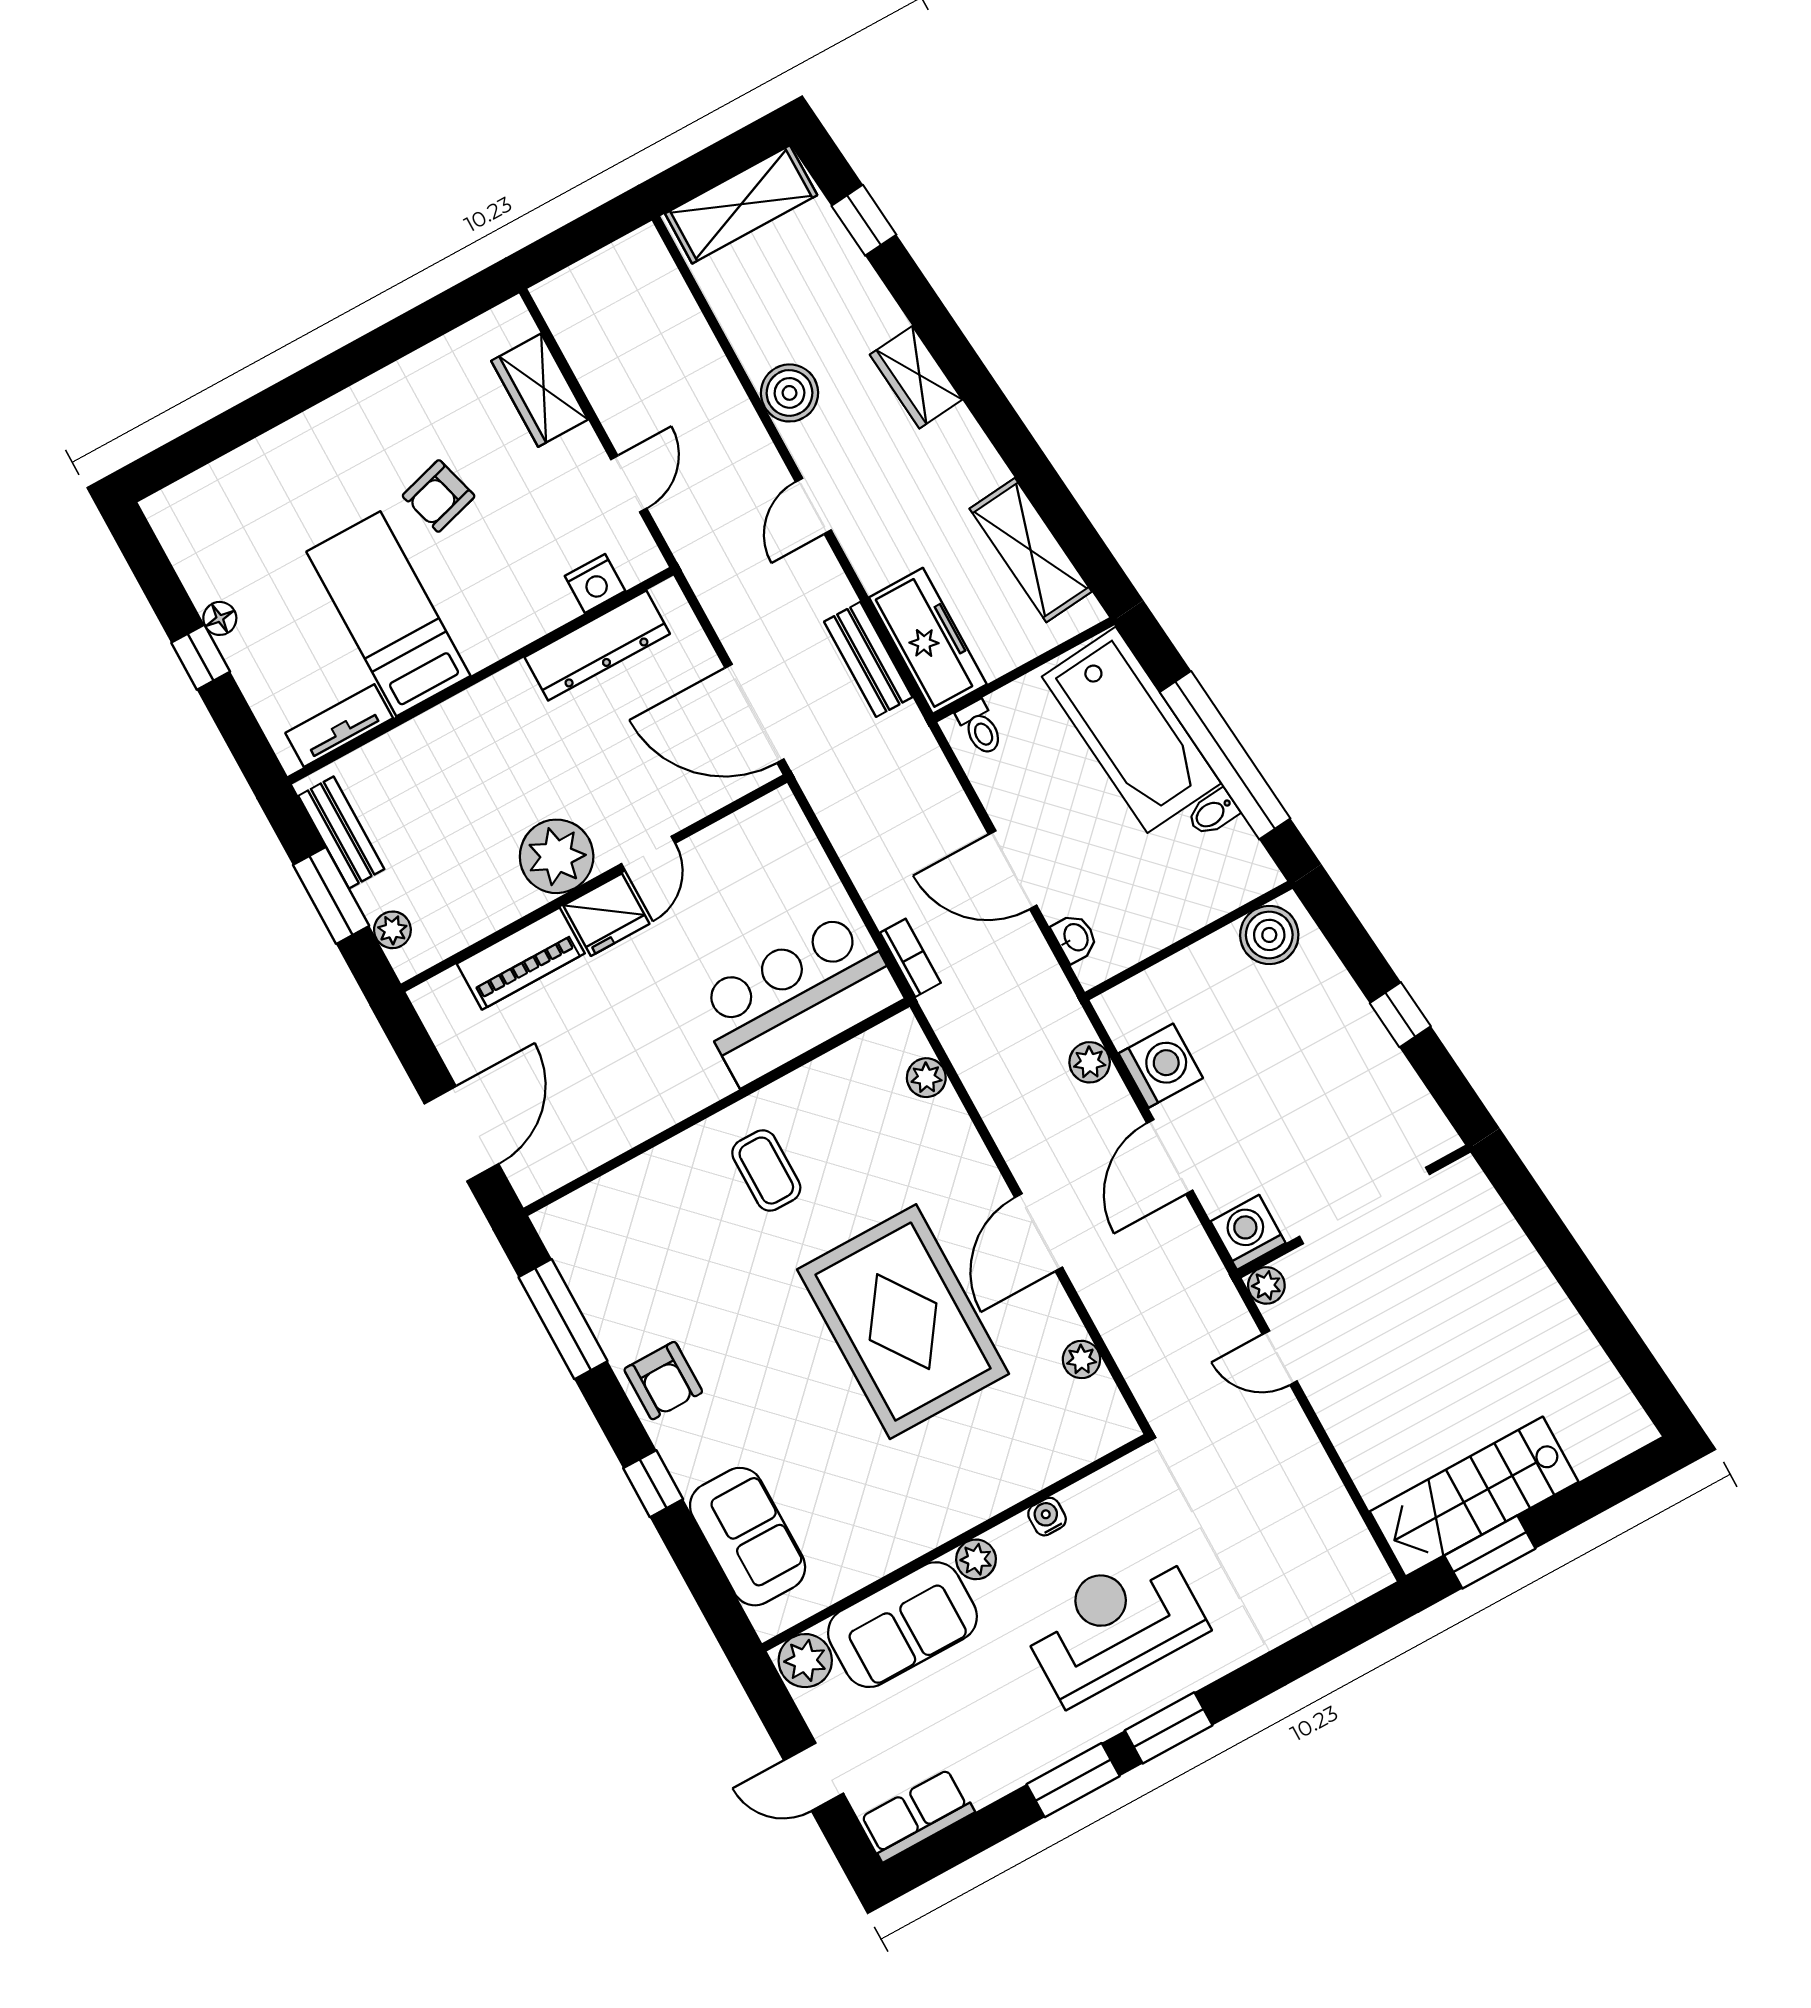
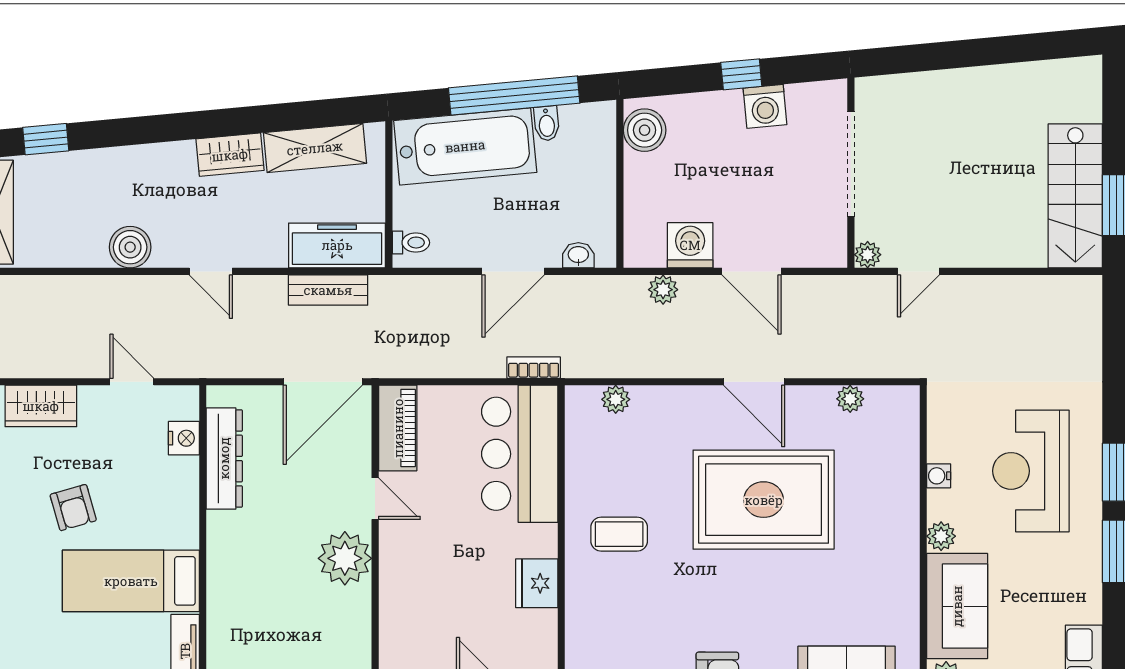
wardrobe: (916, 377) -> (230, 155), moved
fridge: (606, 915) -> (537, 583), moved, turned 180
piano: (521, 959) -> (398, 428), moved
washing machine: (1248, 1232) -> (765, 106), moved, turned -95

